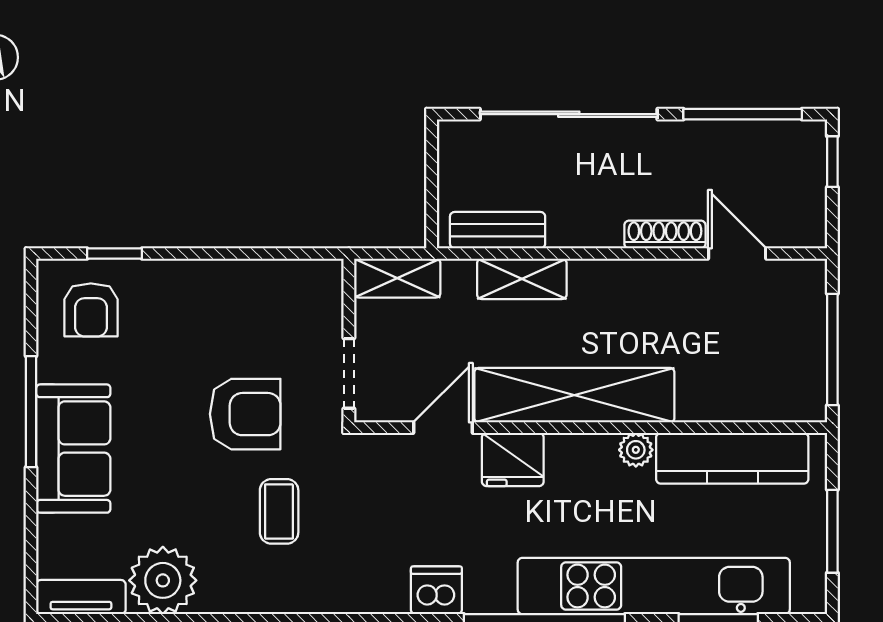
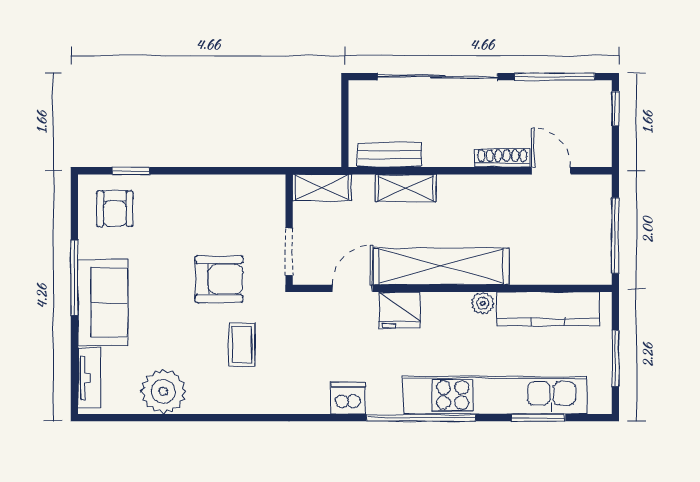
tv unit: (81, 597) -> (90, 378), moved, turned 90

